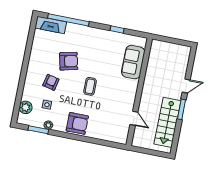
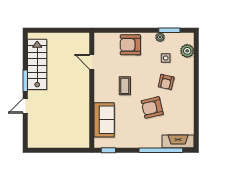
sofa: (133, 62) -> (104, 120), moved
wall: (139, 92) -> (92, 90), moved
door: (134, 118) -> (92, 62), moved

